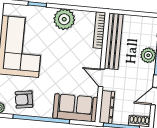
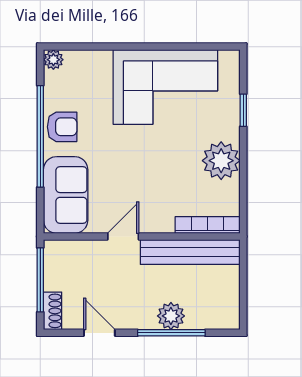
armchair: (24, 100) -> (62, 127), moved, turned 99
dresser: (107, 107) -> (72, 251), removed

